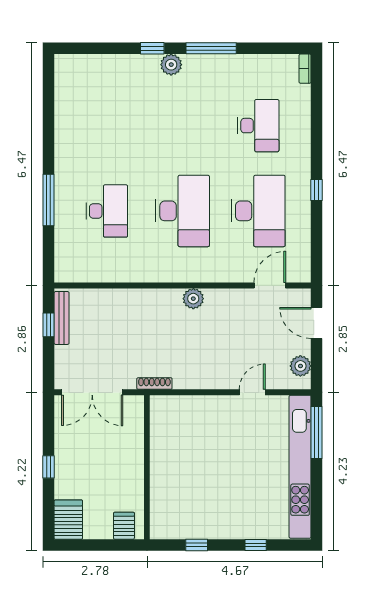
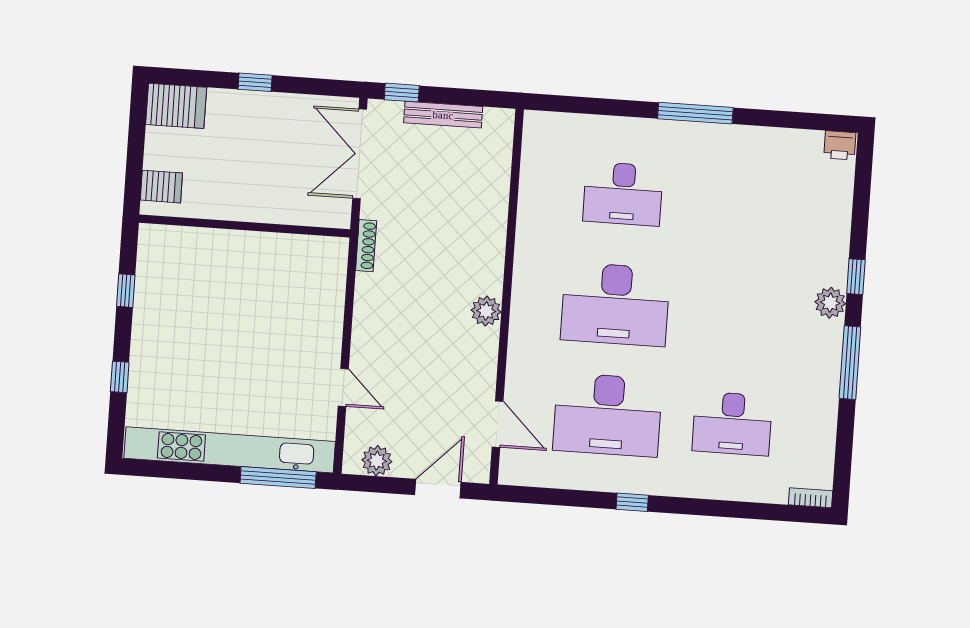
printer: (64, 66) -> (840, 145), added
window: (48, 200) -> (695, 113), moved
bench: (62, 318) -> (443, 115), moved
window: (48, 325) -> (402, 93), moved

